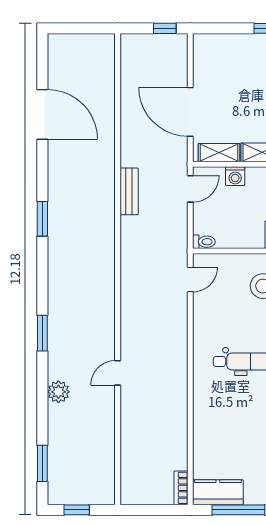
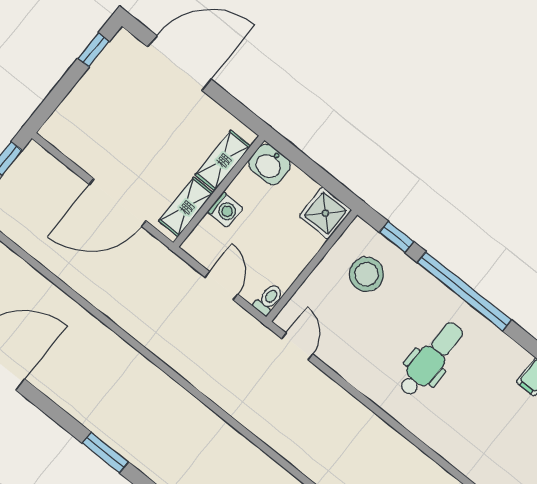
door: (190, 189) -> (221, 286), moved
bench: (129, 191) -> (150, 336), removed

